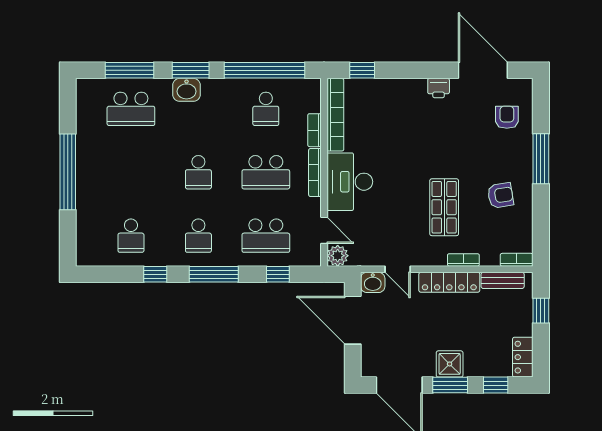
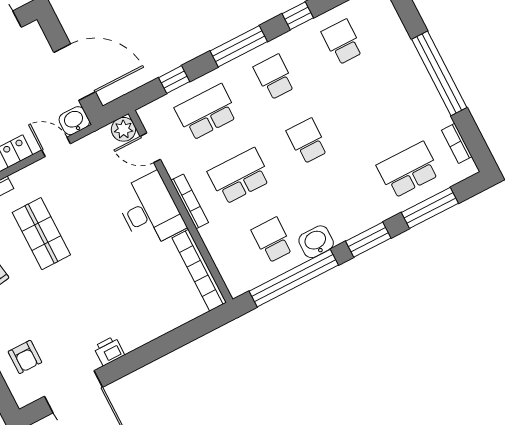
window: (362, 70) -> (195, 329), removed
washbasin: (187, 90) -> (316, 242), moved
bookcase: (314, 130) -> (457, 143), moved, turned 180

